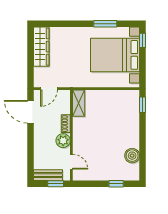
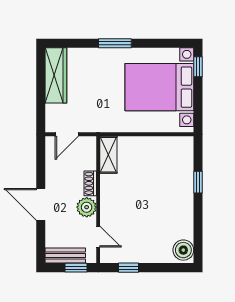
window: (105, 24) -> (115, 43), moved
window: (143, 105) -> (198, 182), moved
door: (30, 112) -> (41, 204), moved
boiler: (132, 156) -> (183, 250), moved
window: (116, 184) -> (129, 268), moved

